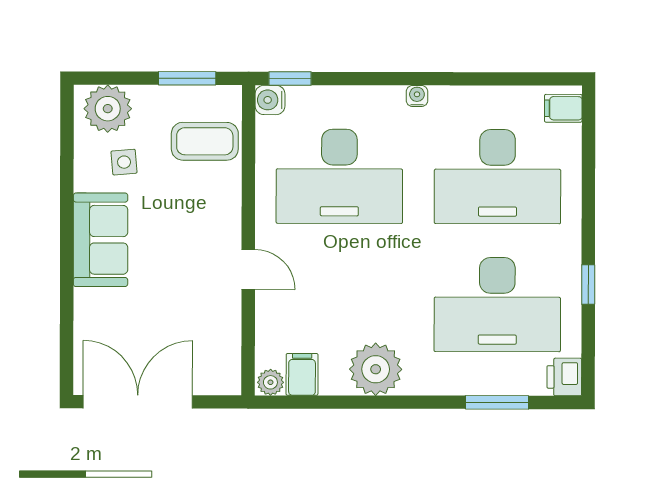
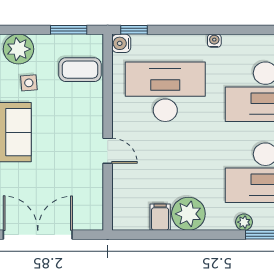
desk: (339, 176) -> (165, 92), turned 180
filing cabinet: (302, 374) -> (160, 217), moved
plant: (270, 382) -> (244, 222), moved

